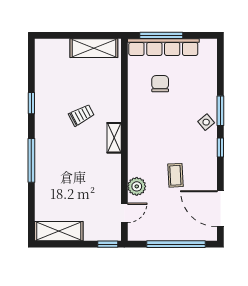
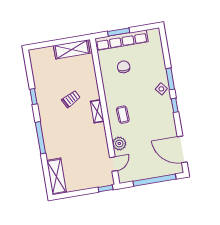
window: (161, 35) -> (119, 32), width x0.69
coffee table: (175, 175) -> (123, 115), moved
shelving: (59, 231) -> (57, 176), moved, turned 90

